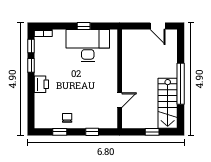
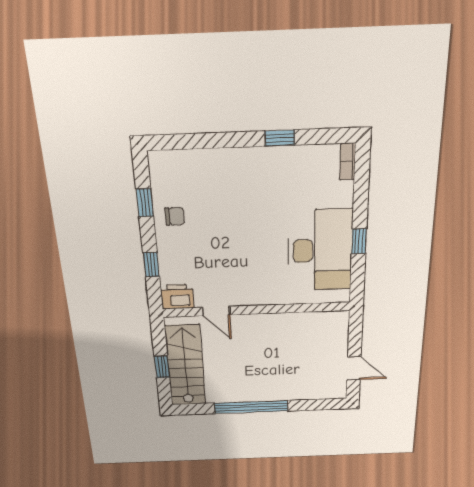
door: (158, 26) -> (354, 368), swing flipped
window: (31, 46) -> (321, 136), removed
printer: (41, 84) -> (177, 297), moved, turned 180
stairs: (168, 103) -> (185, 366), moved, turned 90

